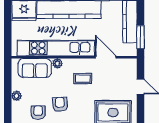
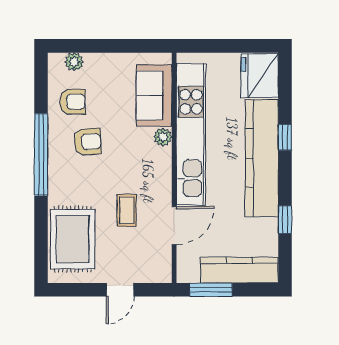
coffee table: (83, 79) -> (127, 210), moved
plant: (16, 96) -> (74, 62), moved

